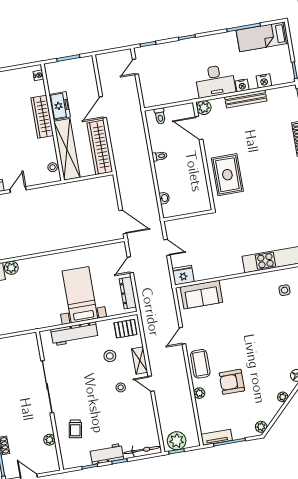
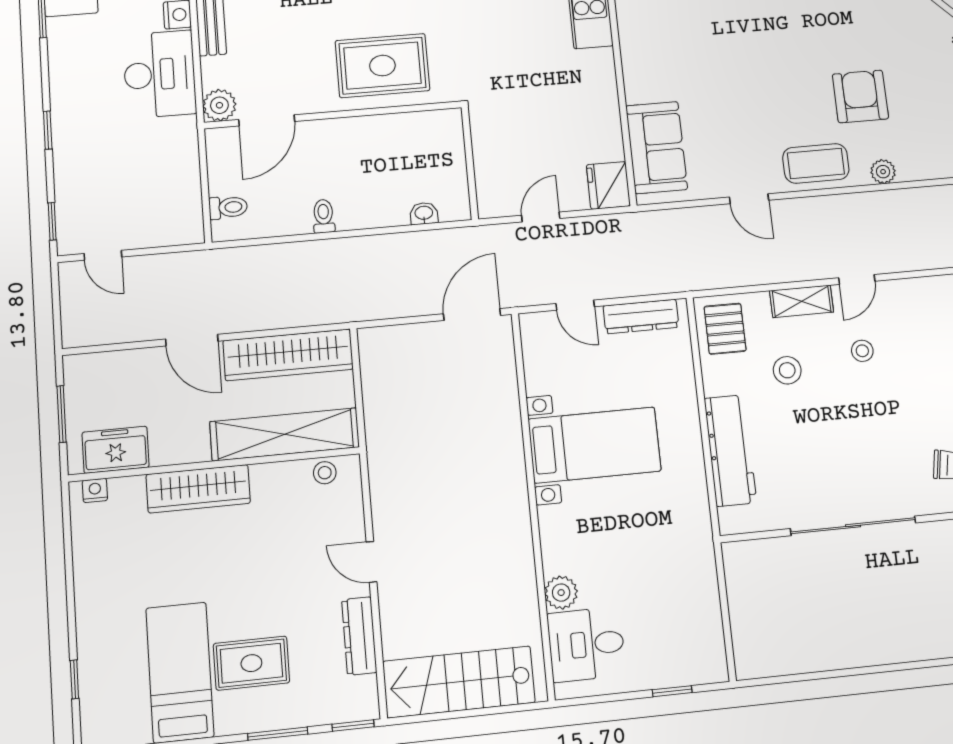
freezer: (60, 106) -> (116, 450), moved
bed with nightstands: (80, 295) -> (594, 445), moved, turned 180
armchair: (232, 382) -> (860, 96), turned 180

